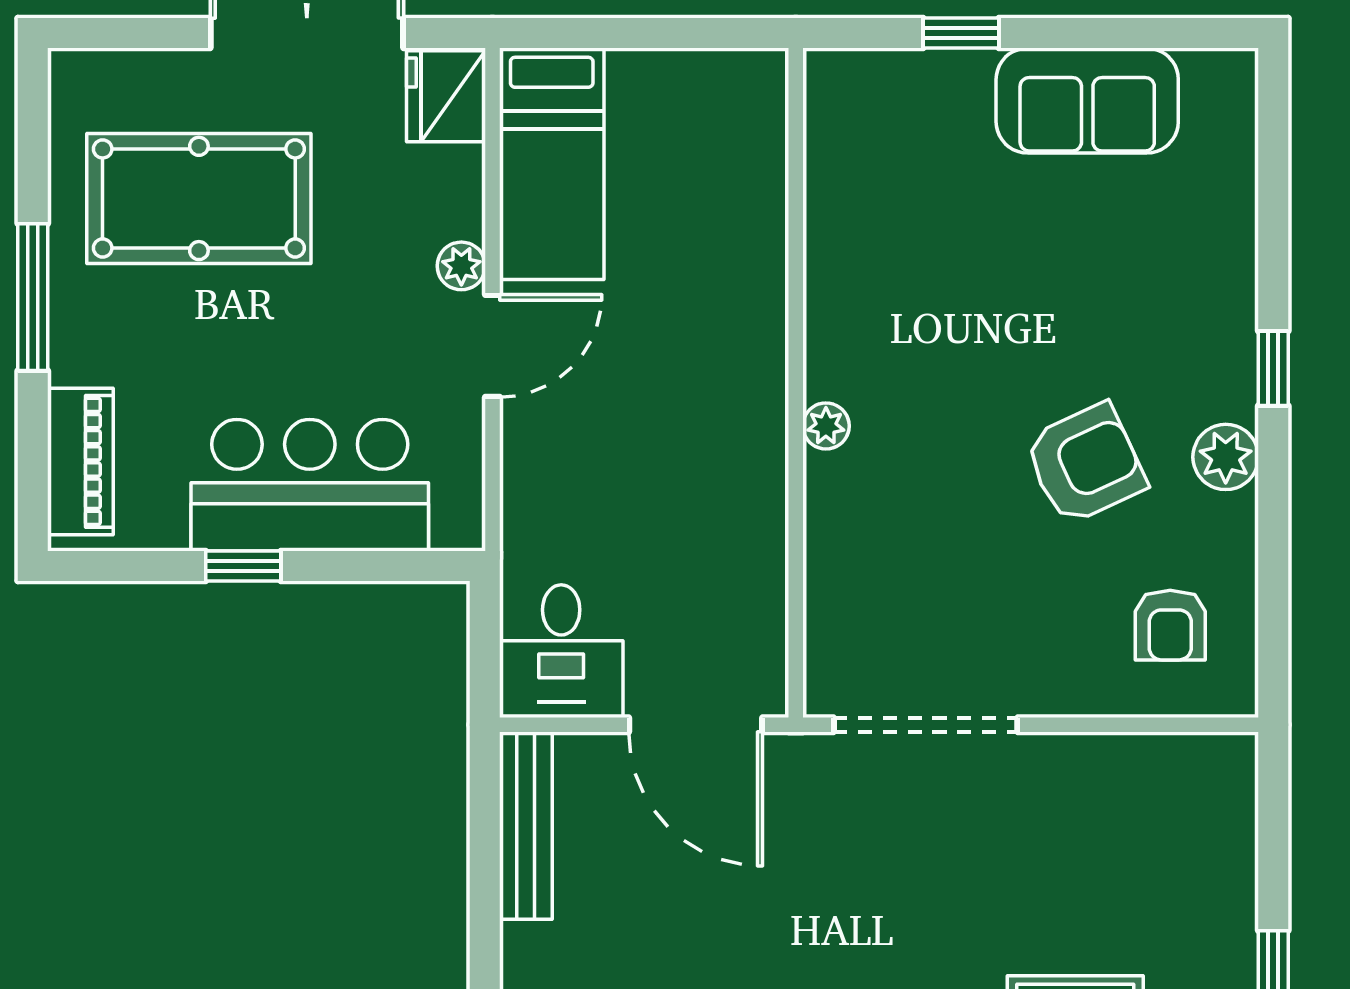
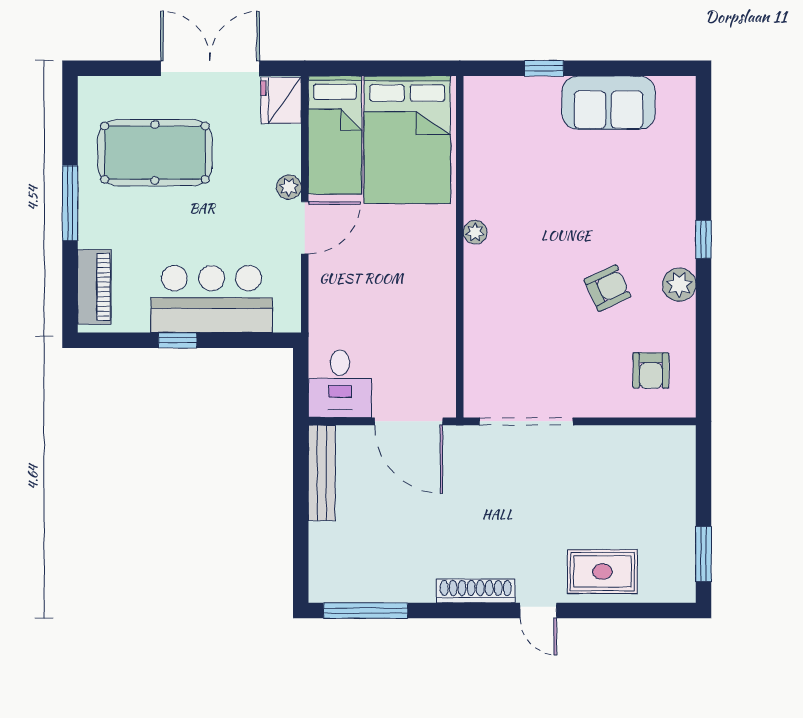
bed: (693, 173) -> (407, 140), added
plant: (826, 426) -> (475, 232), moved
armchair: (1085, 464) -> (607, 288), width x0.72, depth x0.72

